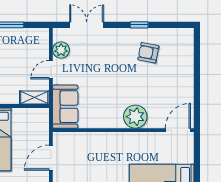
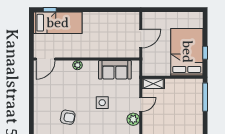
side table: (102, 72) -> (102, 103), added
sofa: (65, 107) -> (115, 70), moved, turned -90
plant: (135, 117) -> (77, 65), width x0.53, depth x0.53

